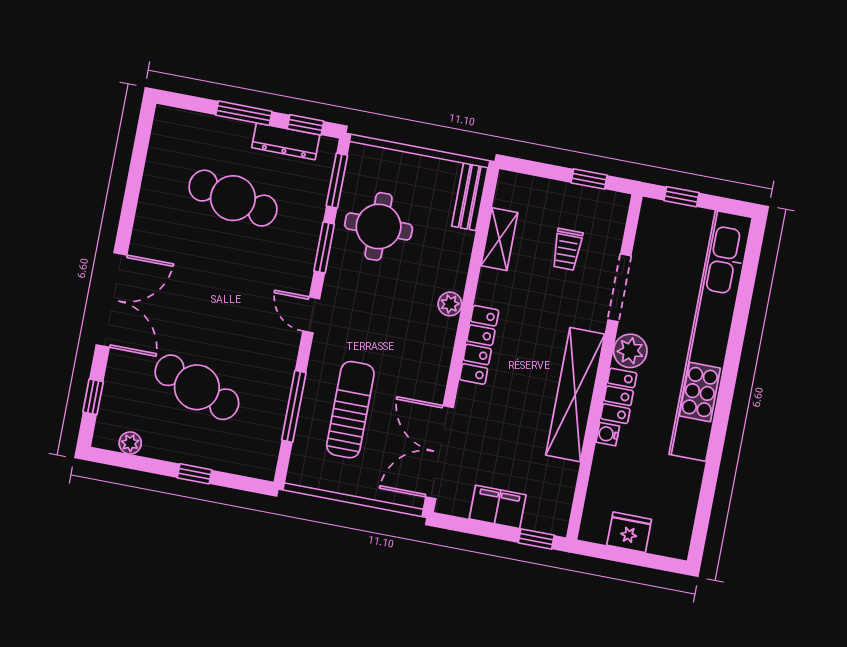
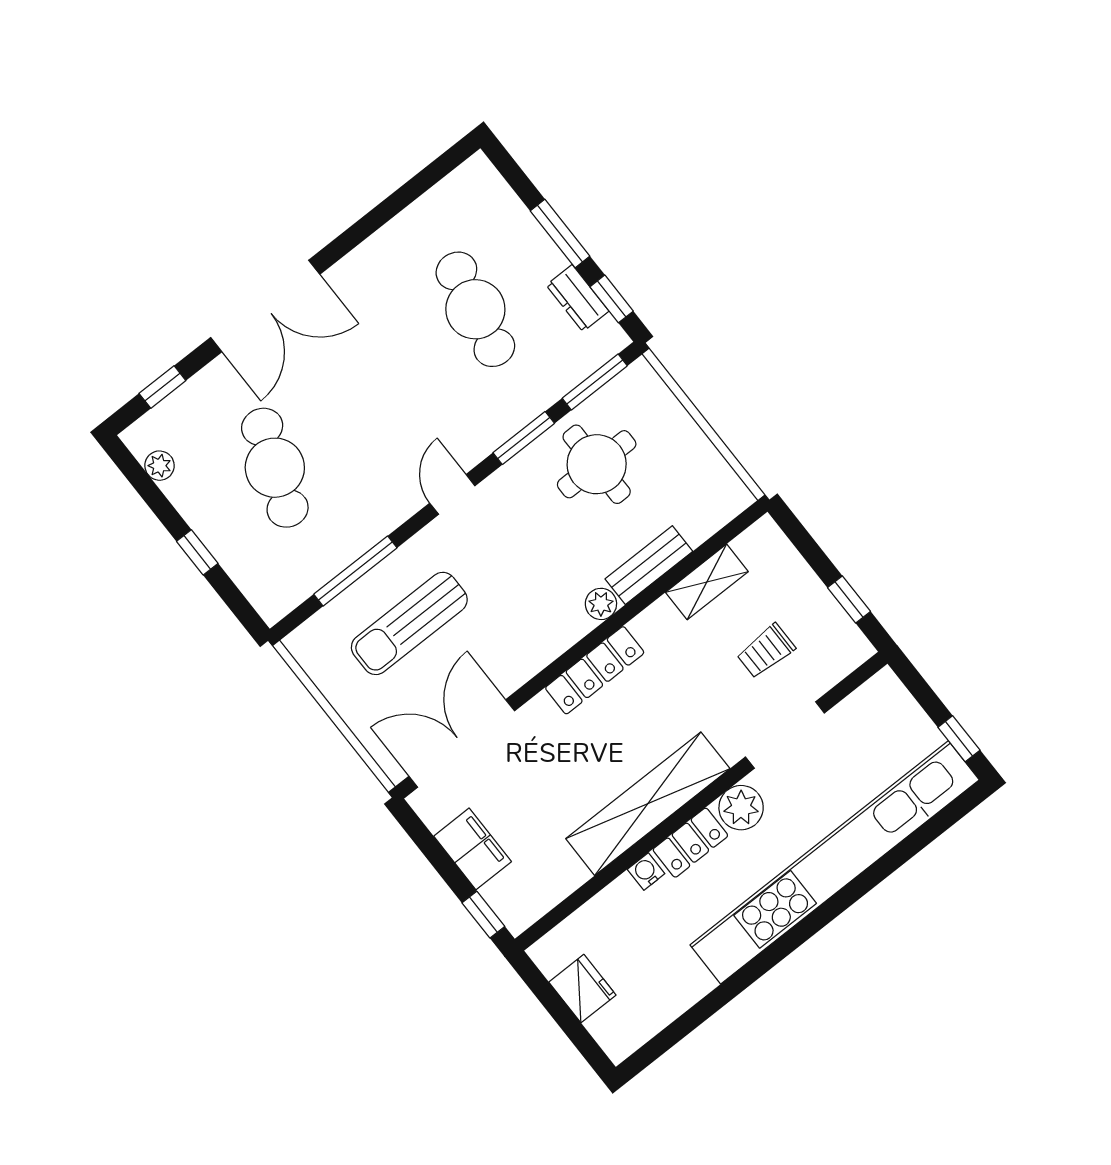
dresser: (286, 141) -> (578, 298), width x0.70
bench: (470, 197) -> (649, 565), moved
window: (682, 197) -> (959, 739), moved
sun lounger: (350, 410) -> (409, 623), turned 180

